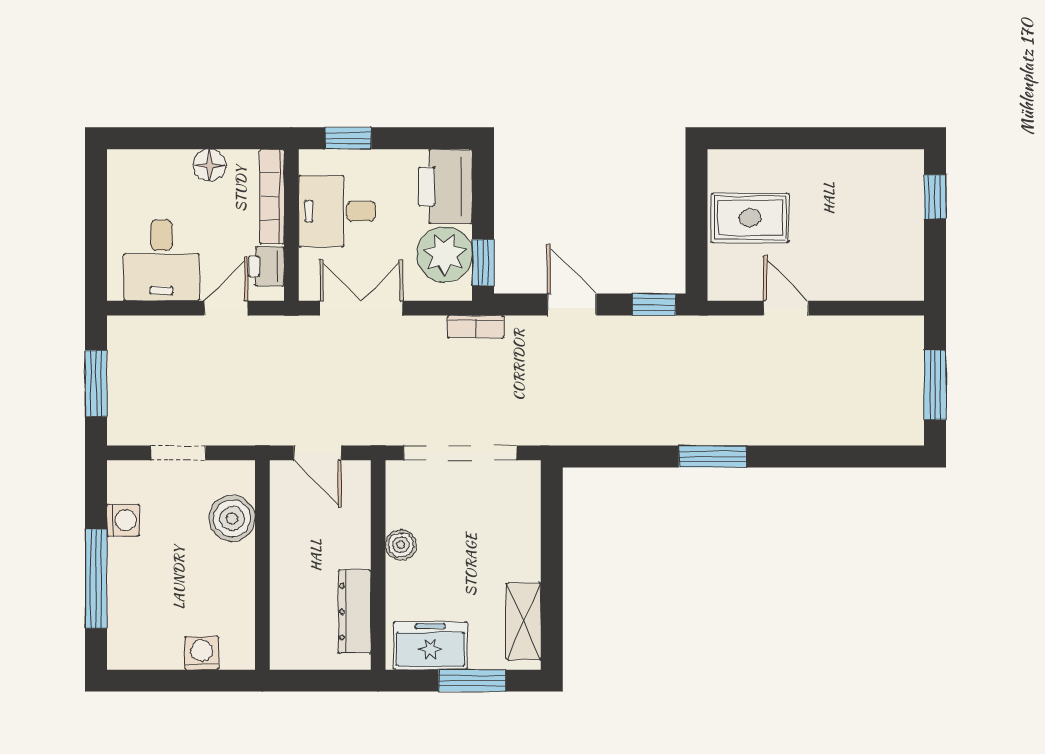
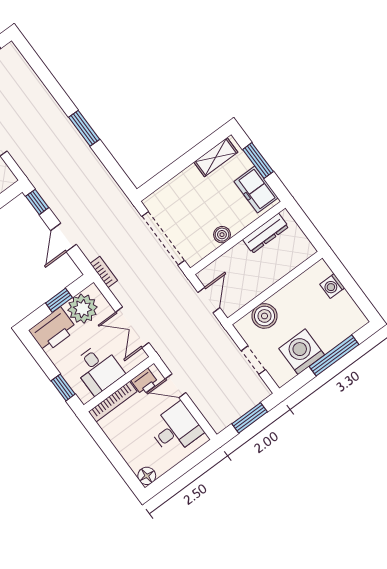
floor lamp: (210, 165) -> (147, 476), moved
window: (483, 263) -> (59, 300), moved
washing machine: (123, 520) -> (302, 352), width x1.89, depth x1.89

